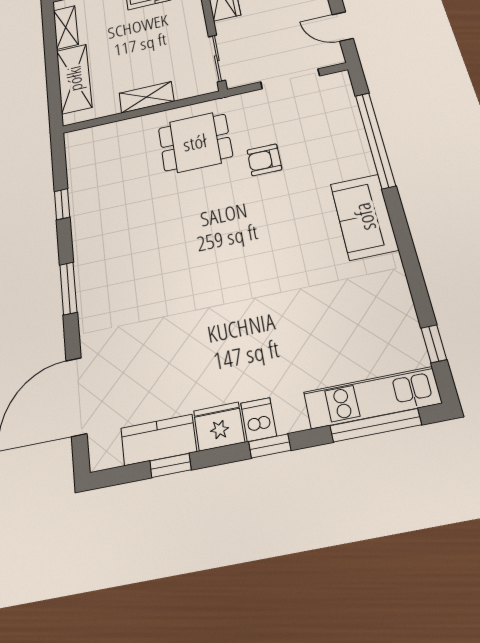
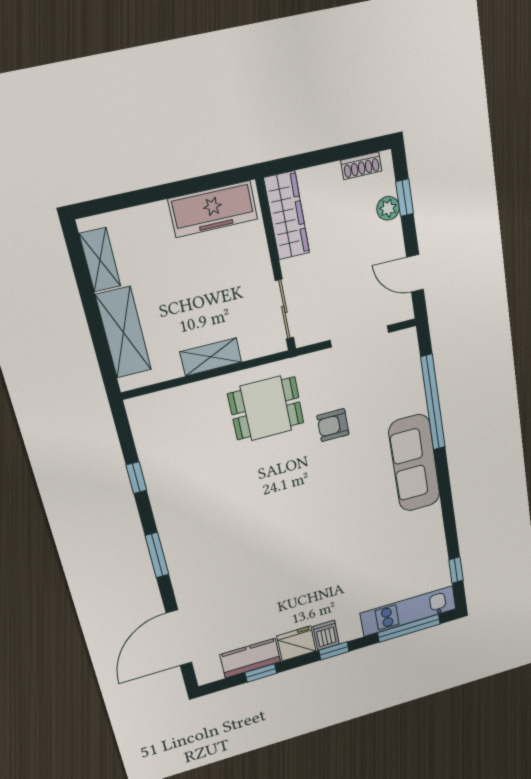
sofa: (364, 217) -> (414, 463), width x1.36

